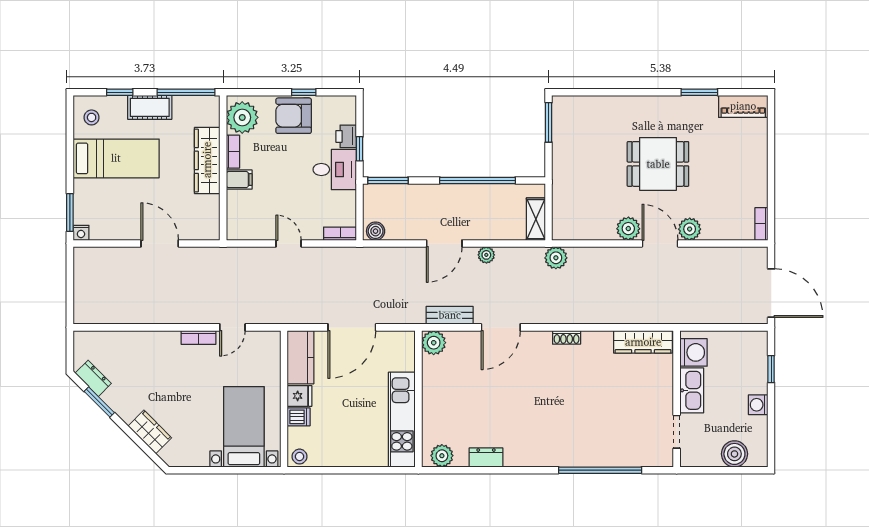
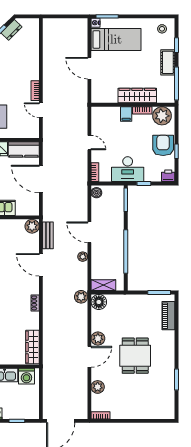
piano: (743, 106) -> (168, 316), moved
printer: (346, 136) -> (168, 176), moved
bed: (116, 158) -> (116, 39), moved, turned -90
desk: (335, 170) -> (128, 169), width x1.37
floor lamp: (565, 227) -> (99, 302), added
plant: (690, 229) -> (98, 387), moved
door: (160, 243) -> (89, 68), swing flipped
door: (289, 243) -> (89, 143), hinge flipped

